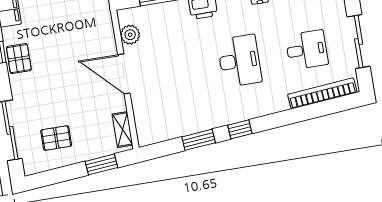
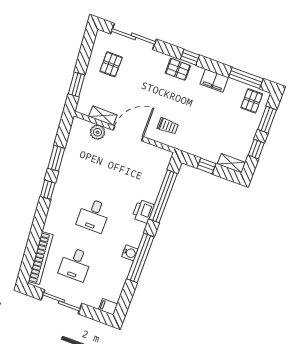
trolley: (90, 34) -> (168, 126), added
plant: (130, 35) -> (98, 132), moved
desk: (240, 61) -> (93, 215), width x0.73
shelving: (122, 130) -> (103, 116), moved

